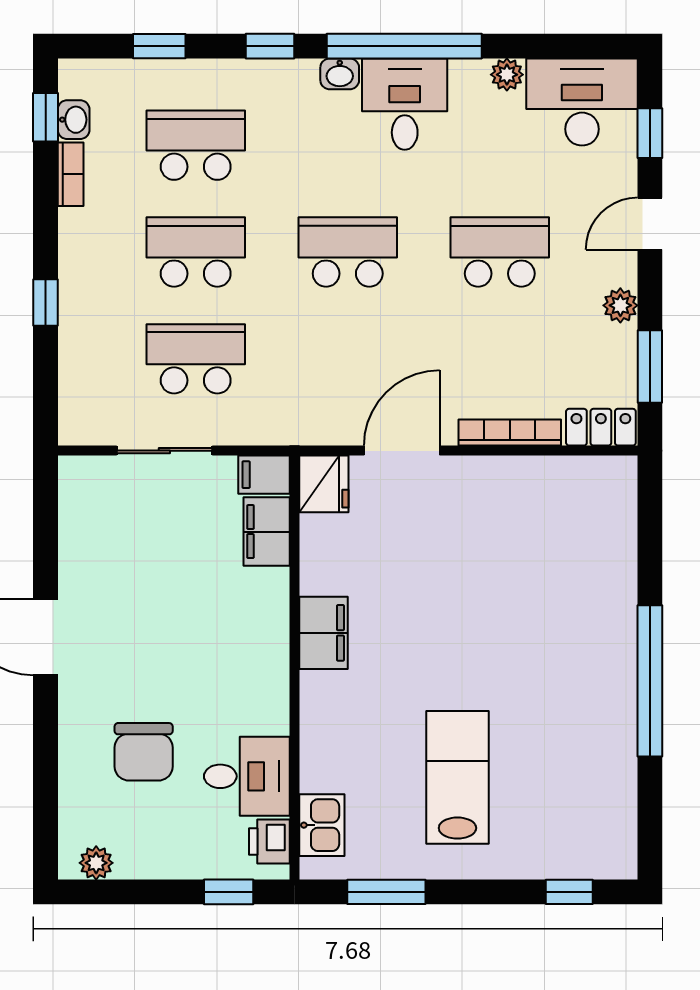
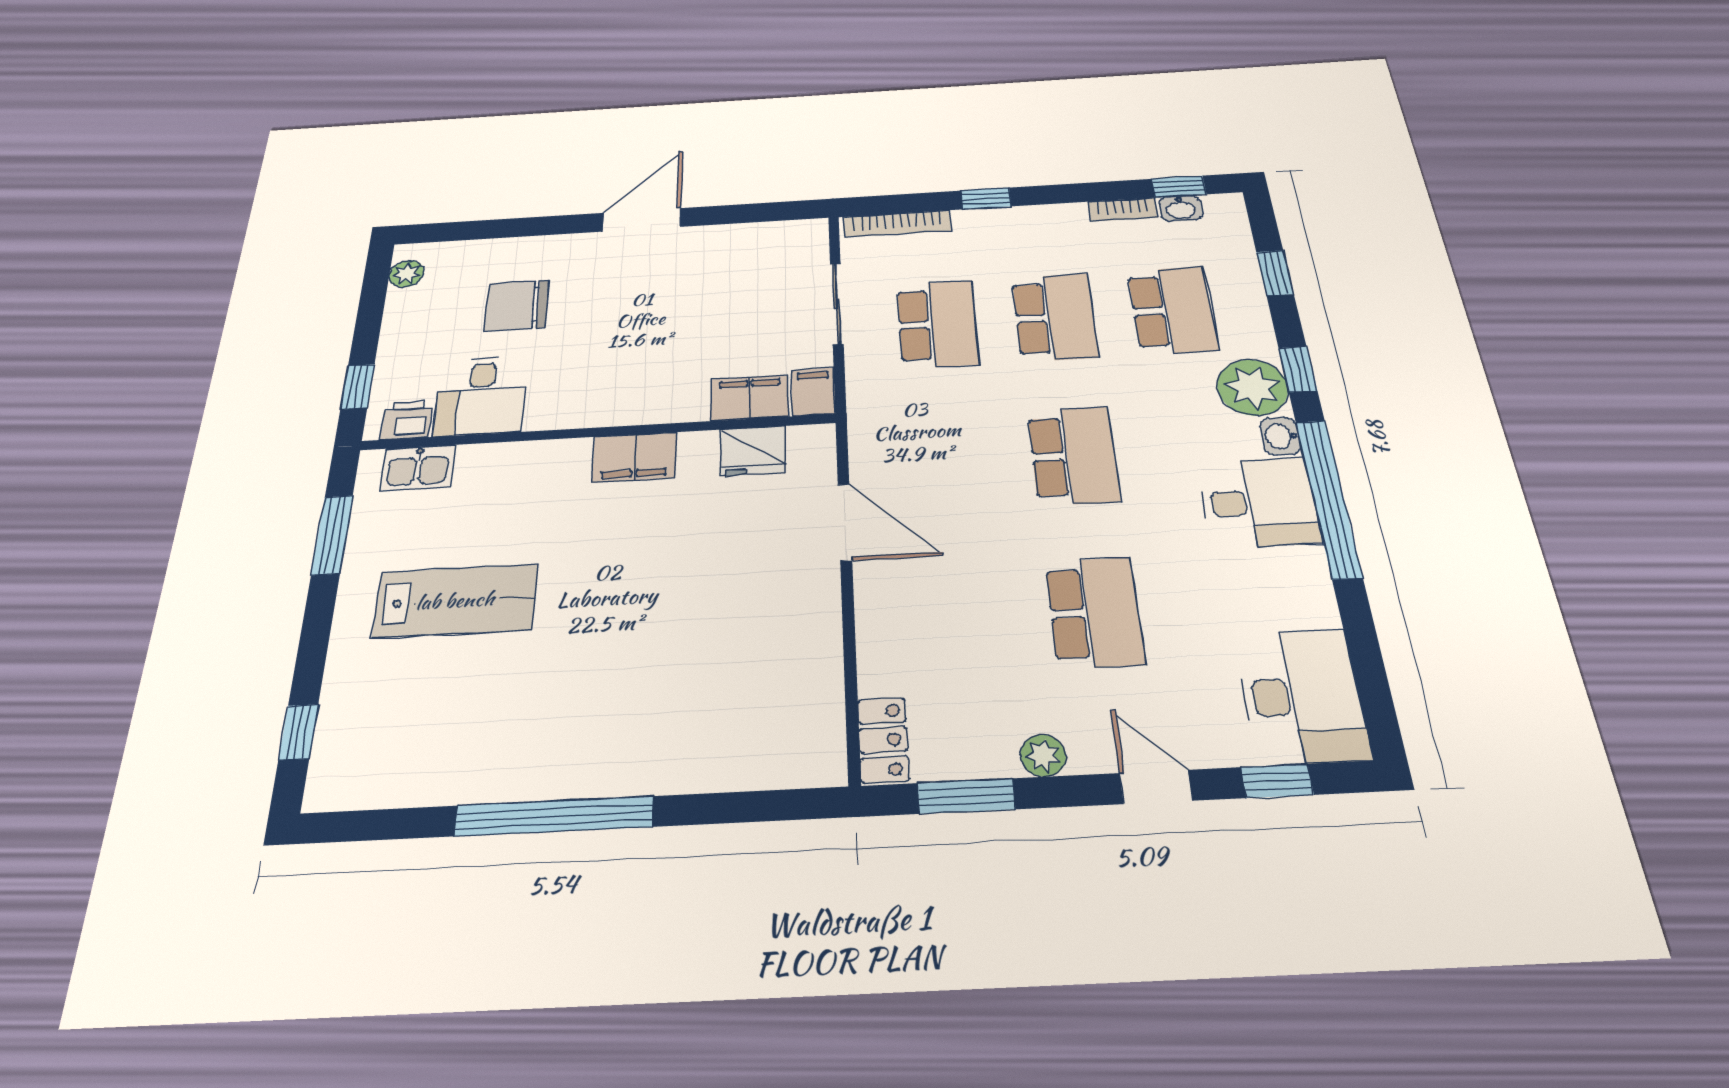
plant: (507, 75) -> (1252, 387), moved, width x1.87, depth x1.87
bookcase: (510, 433) -> (897, 224), moved, turned 90
fridge: (324, 484) -> (753, 451), moved

